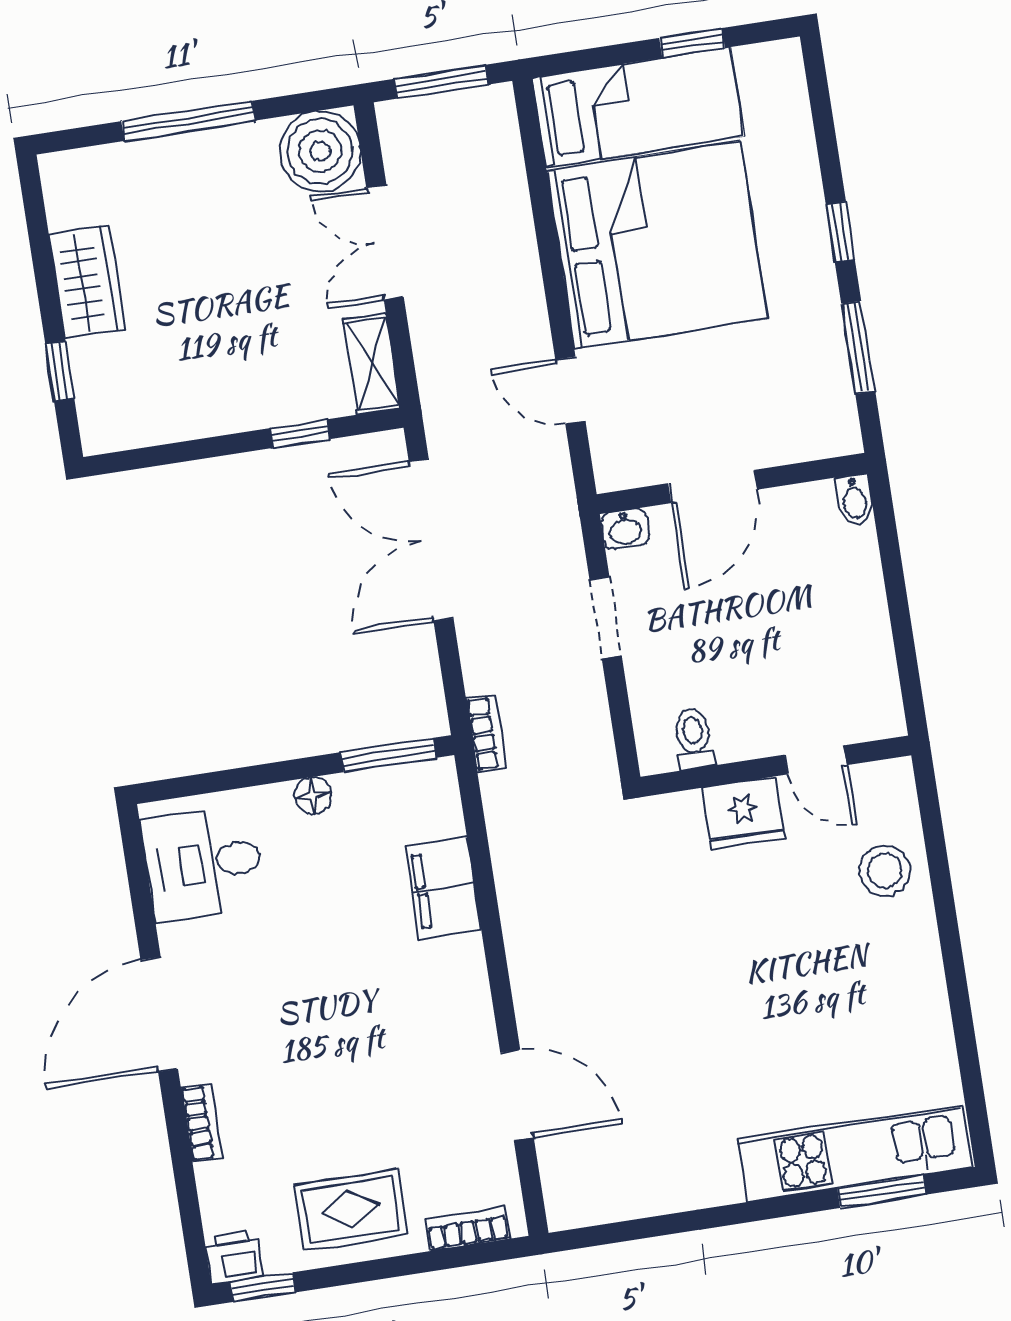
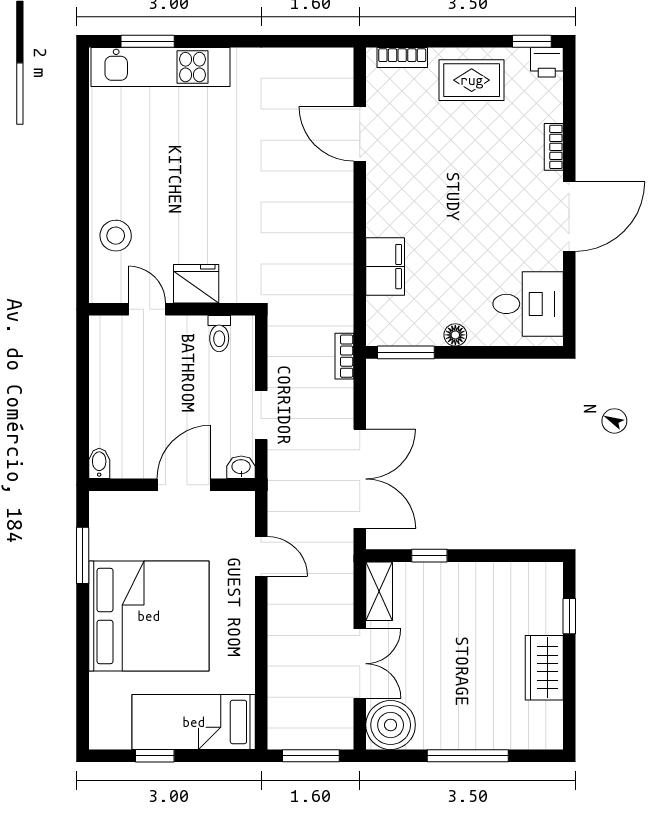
window: (840, 232) -> (83, 627), removed
bed: (657, 245) -> (149, 616), moved, turned 180

